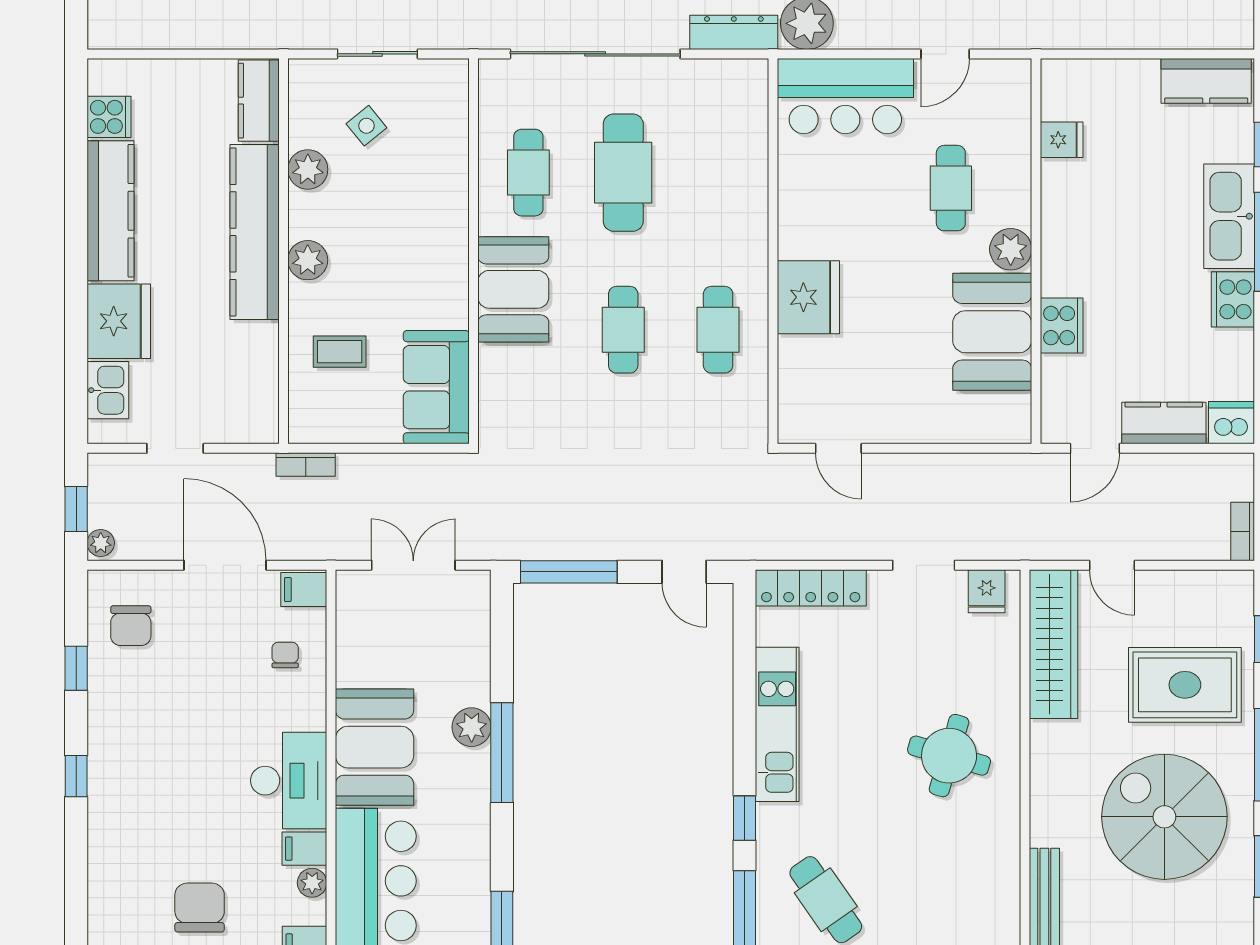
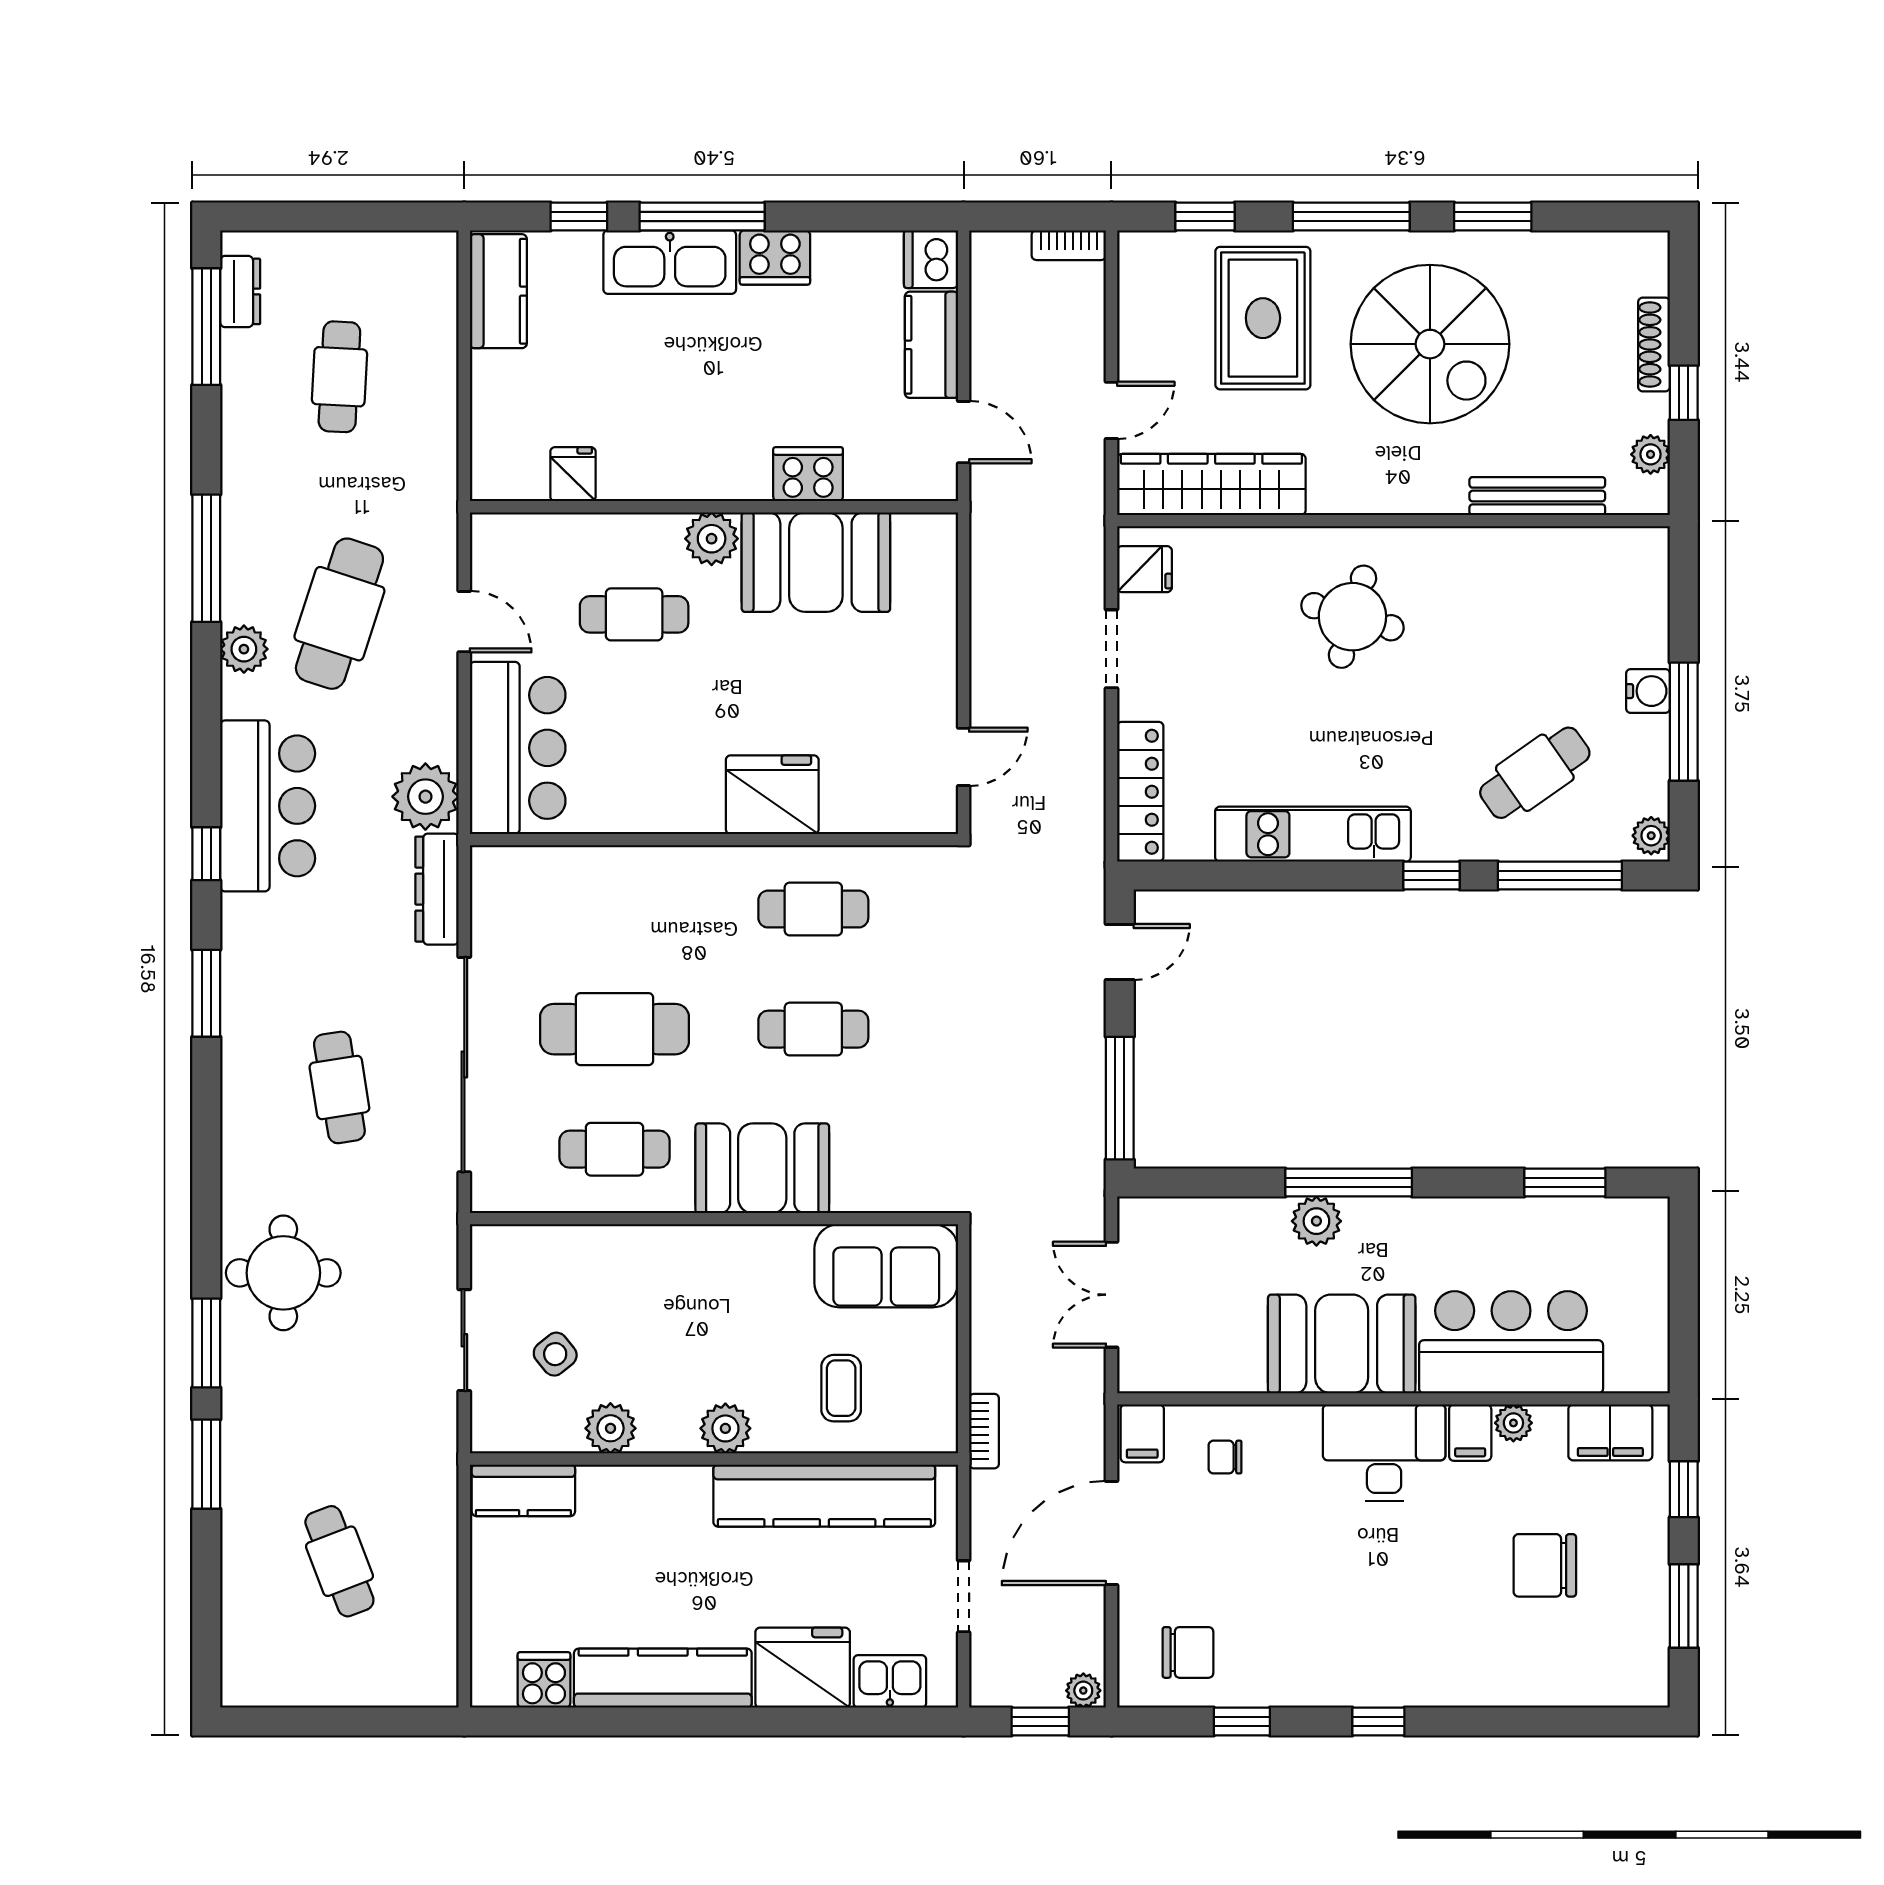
kitchen counter: (255, 232) -> (824, 1496), moved
spiral stairs: (1164, 817) -> (1430, 344), turned -90

